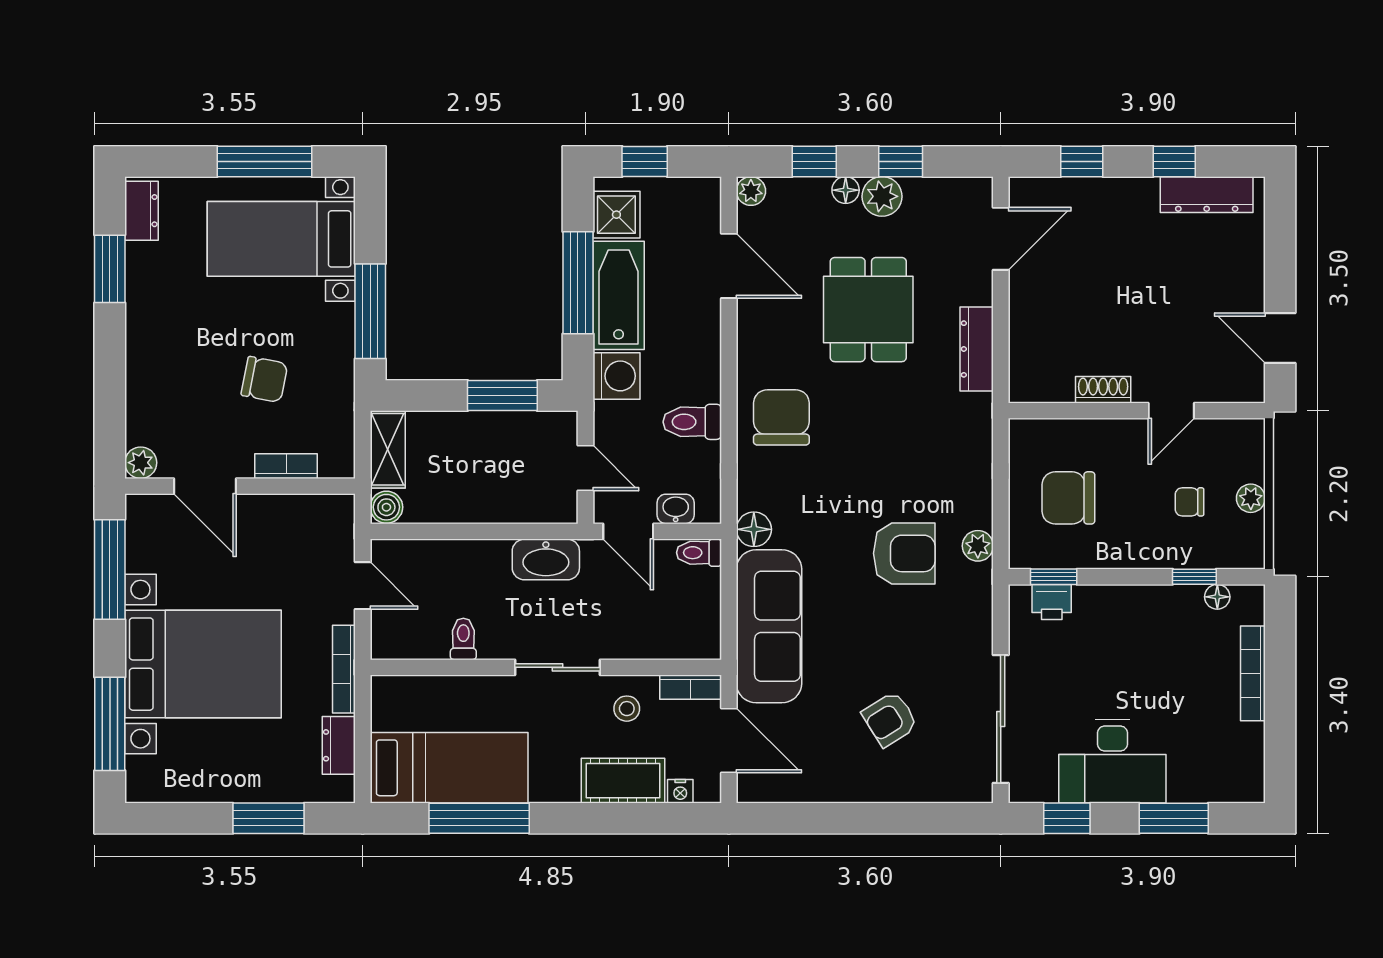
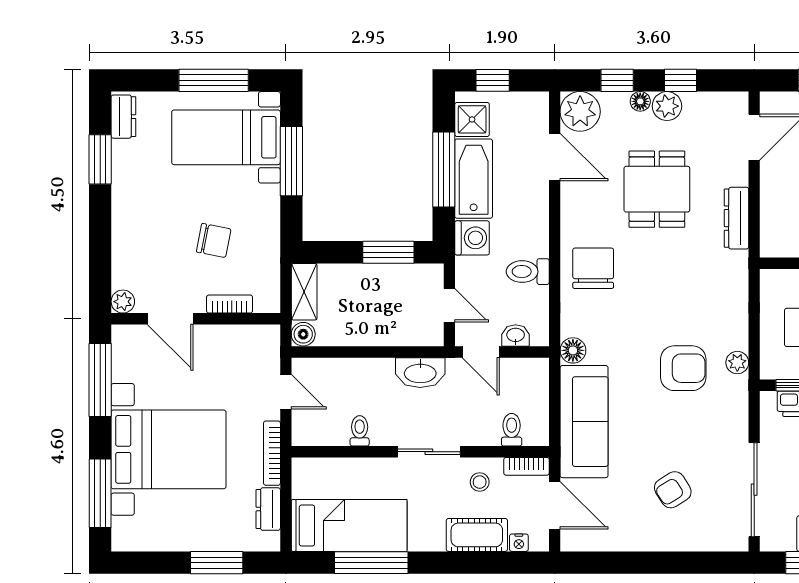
plant: (751, 191) -> (580, 111), width x1.88, depth x1.88
window: (370, 311) -> (291, 161), moved
toilet: (699, 553) -> (512, 430), moved, turned 90

